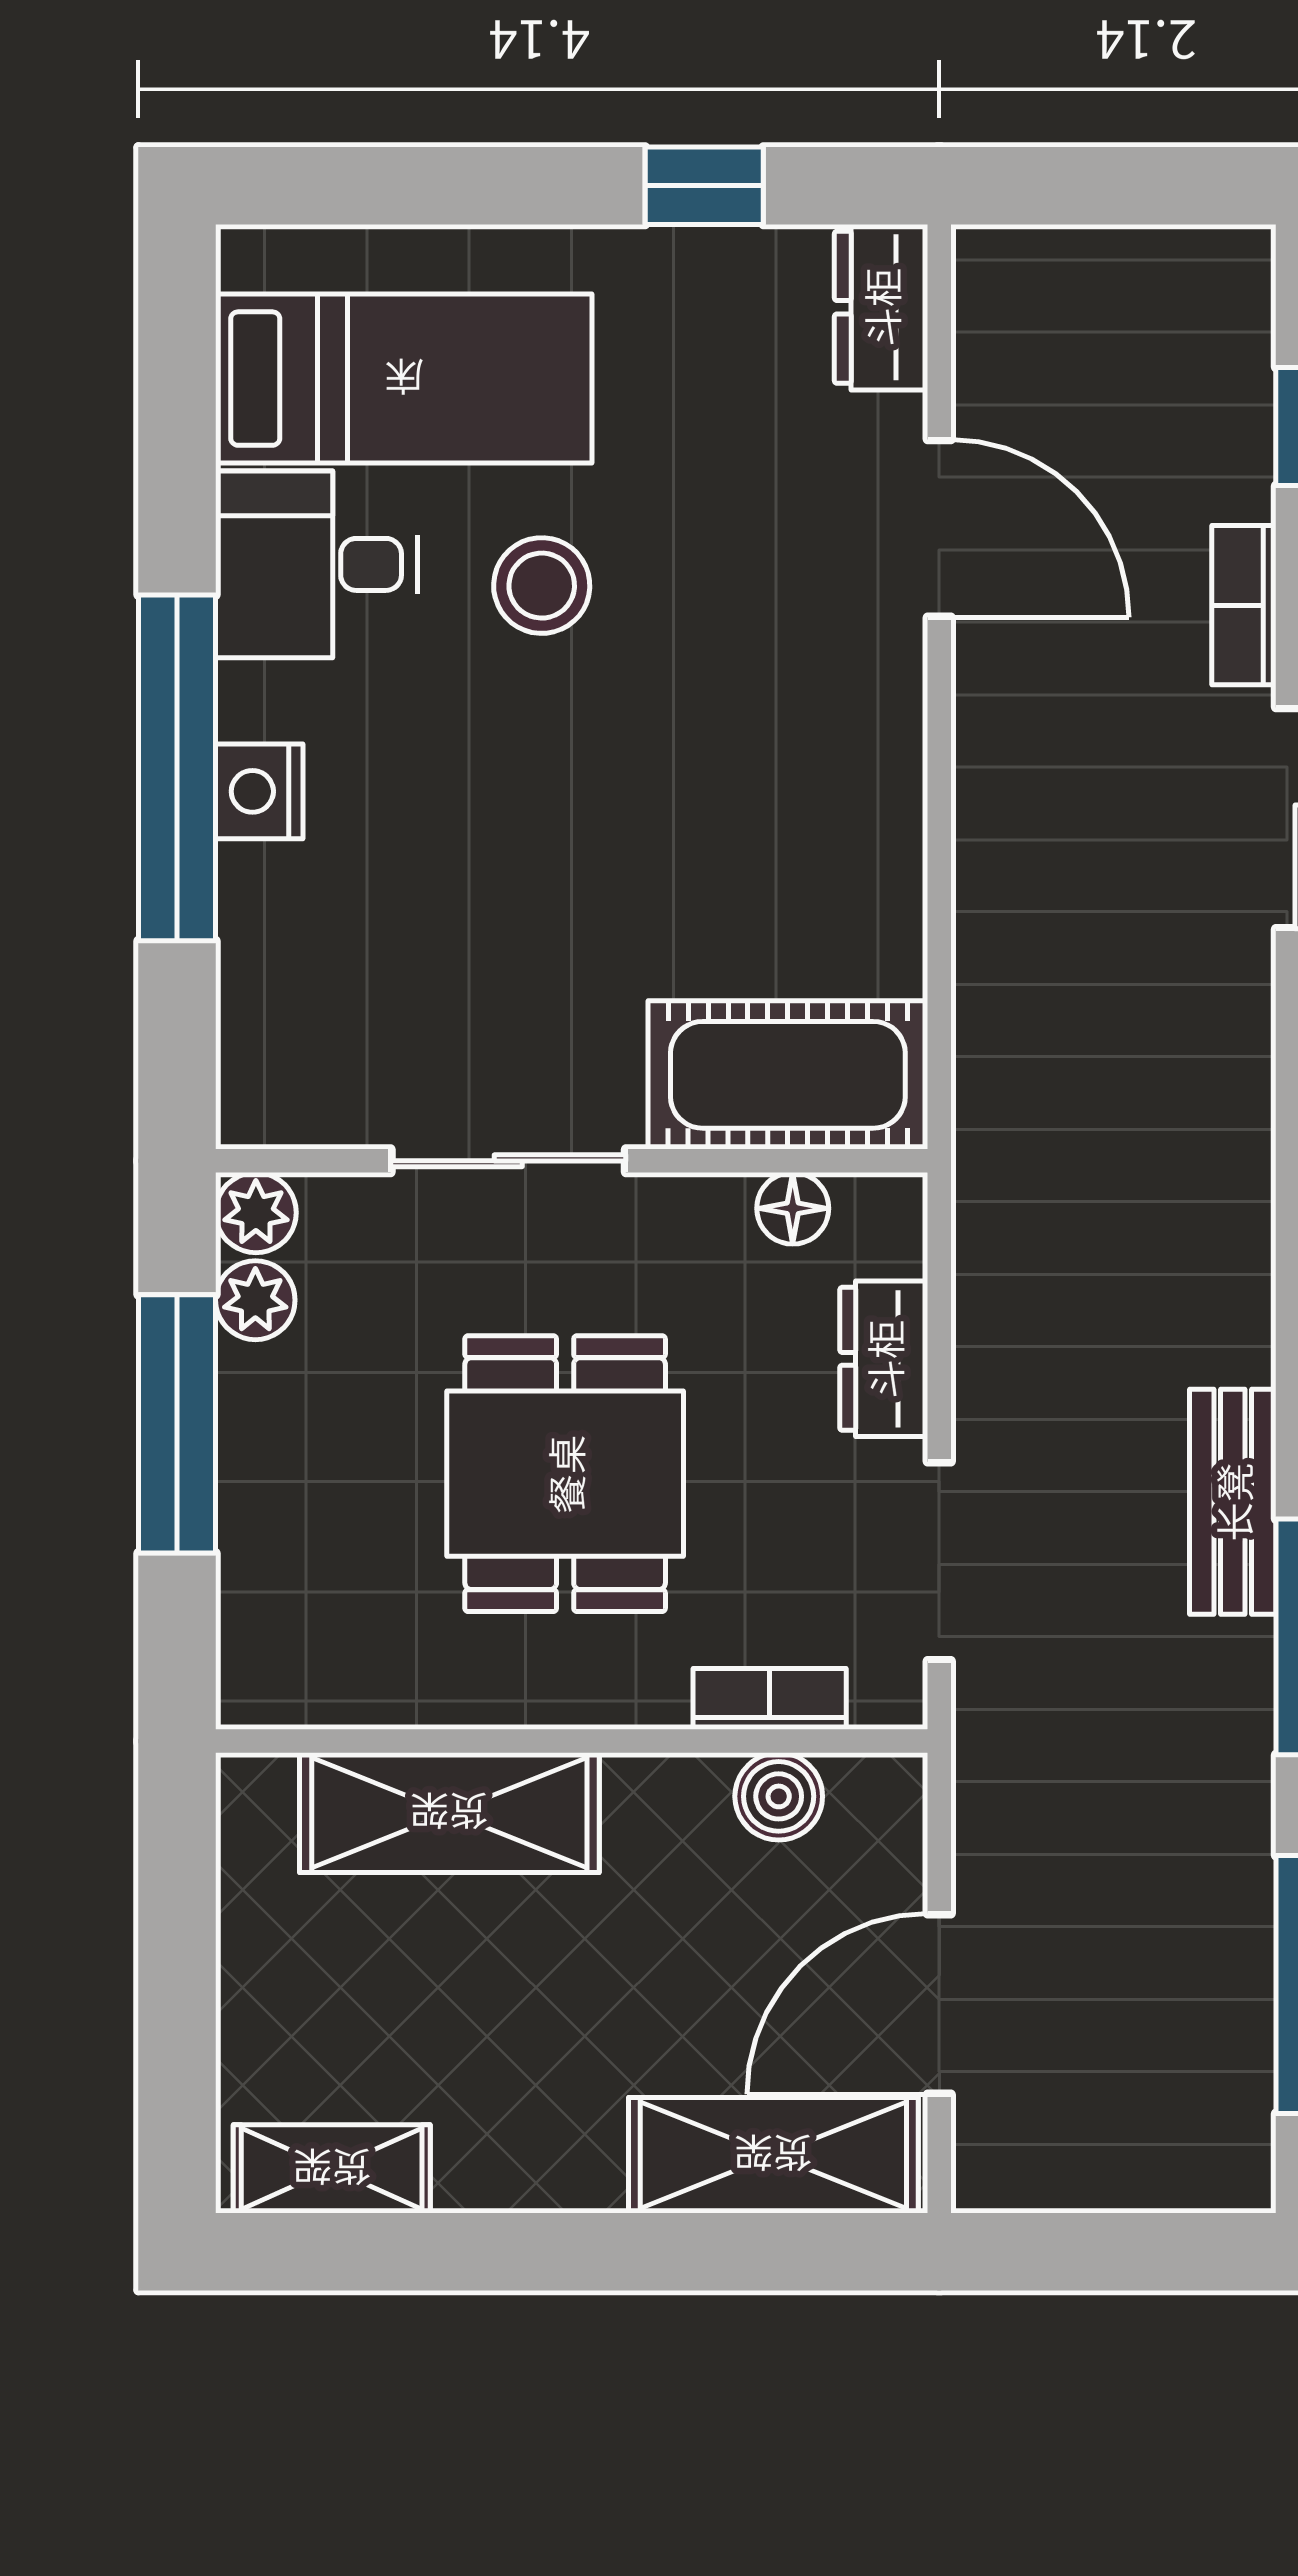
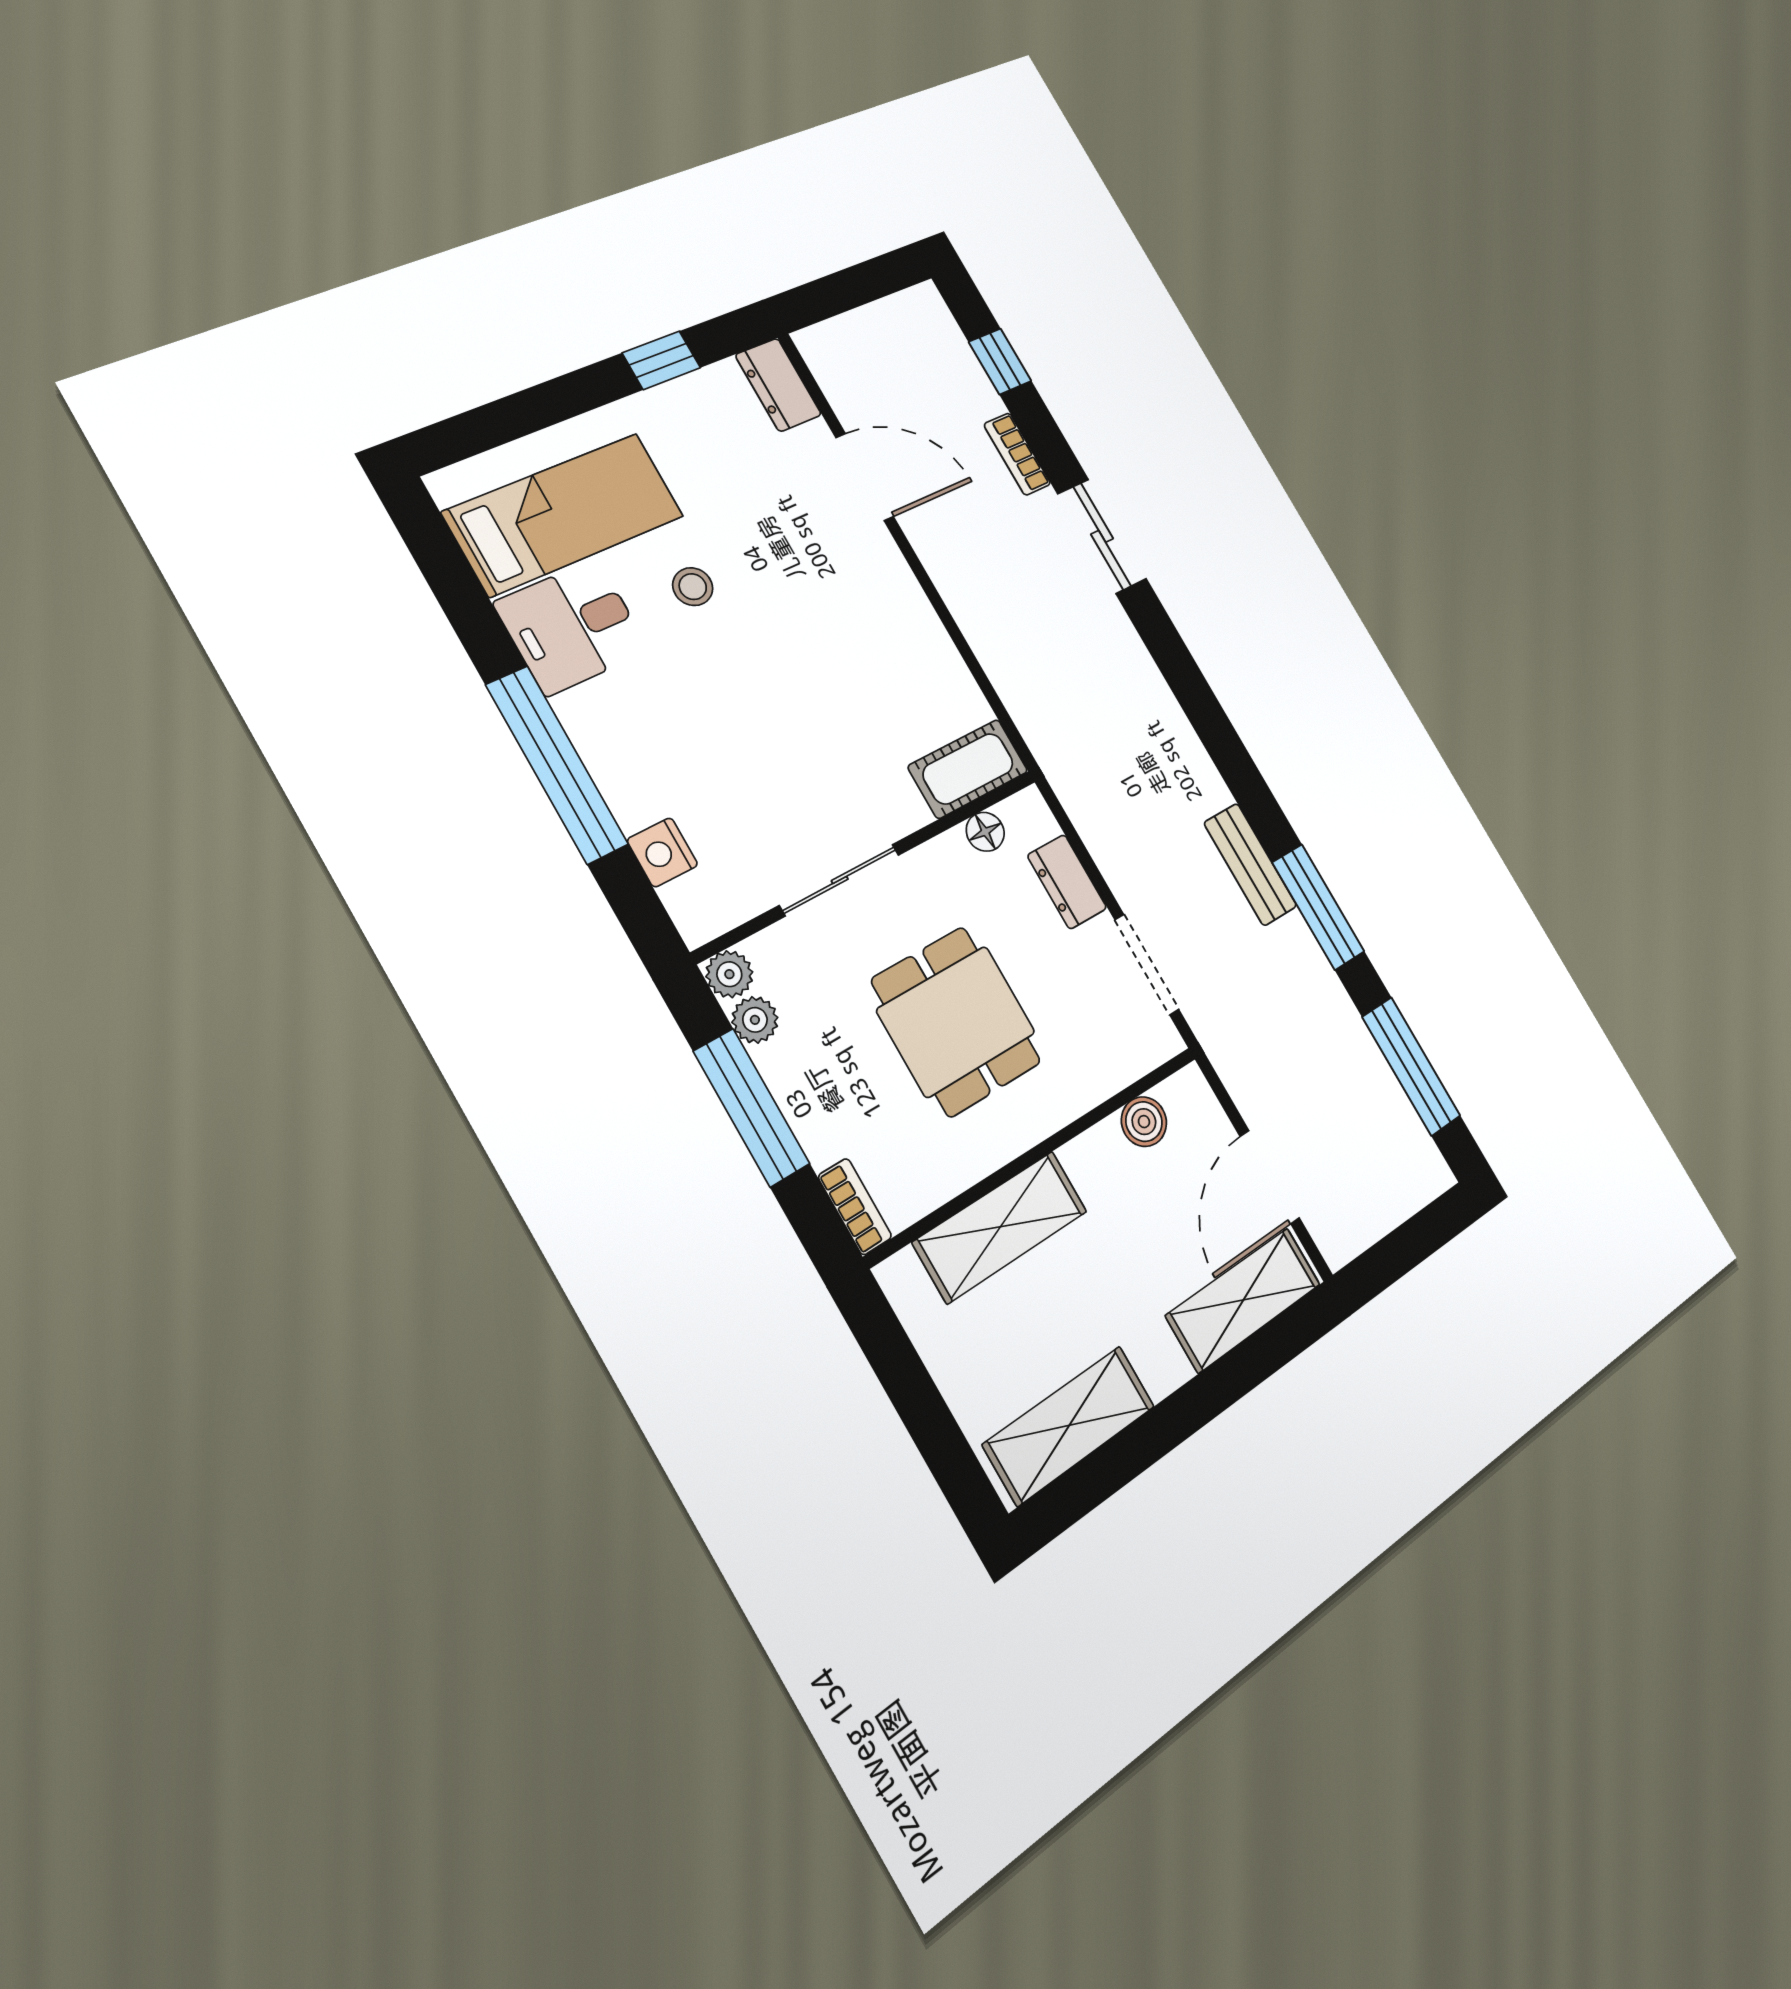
stool: (542, 586) -> (693, 587), width x0.73, depth x0.73
nightstand: (259, 791) -> (662, 852), moved
cot: (788, 1075) -> (968, 769), width x0.73, depth x0.75
bookcase: (770, 1699) -> (855, 1207), moved, turned 90
shelving: (332, 2169) -> (1069, 1425), width x1.50, depth x1.33

